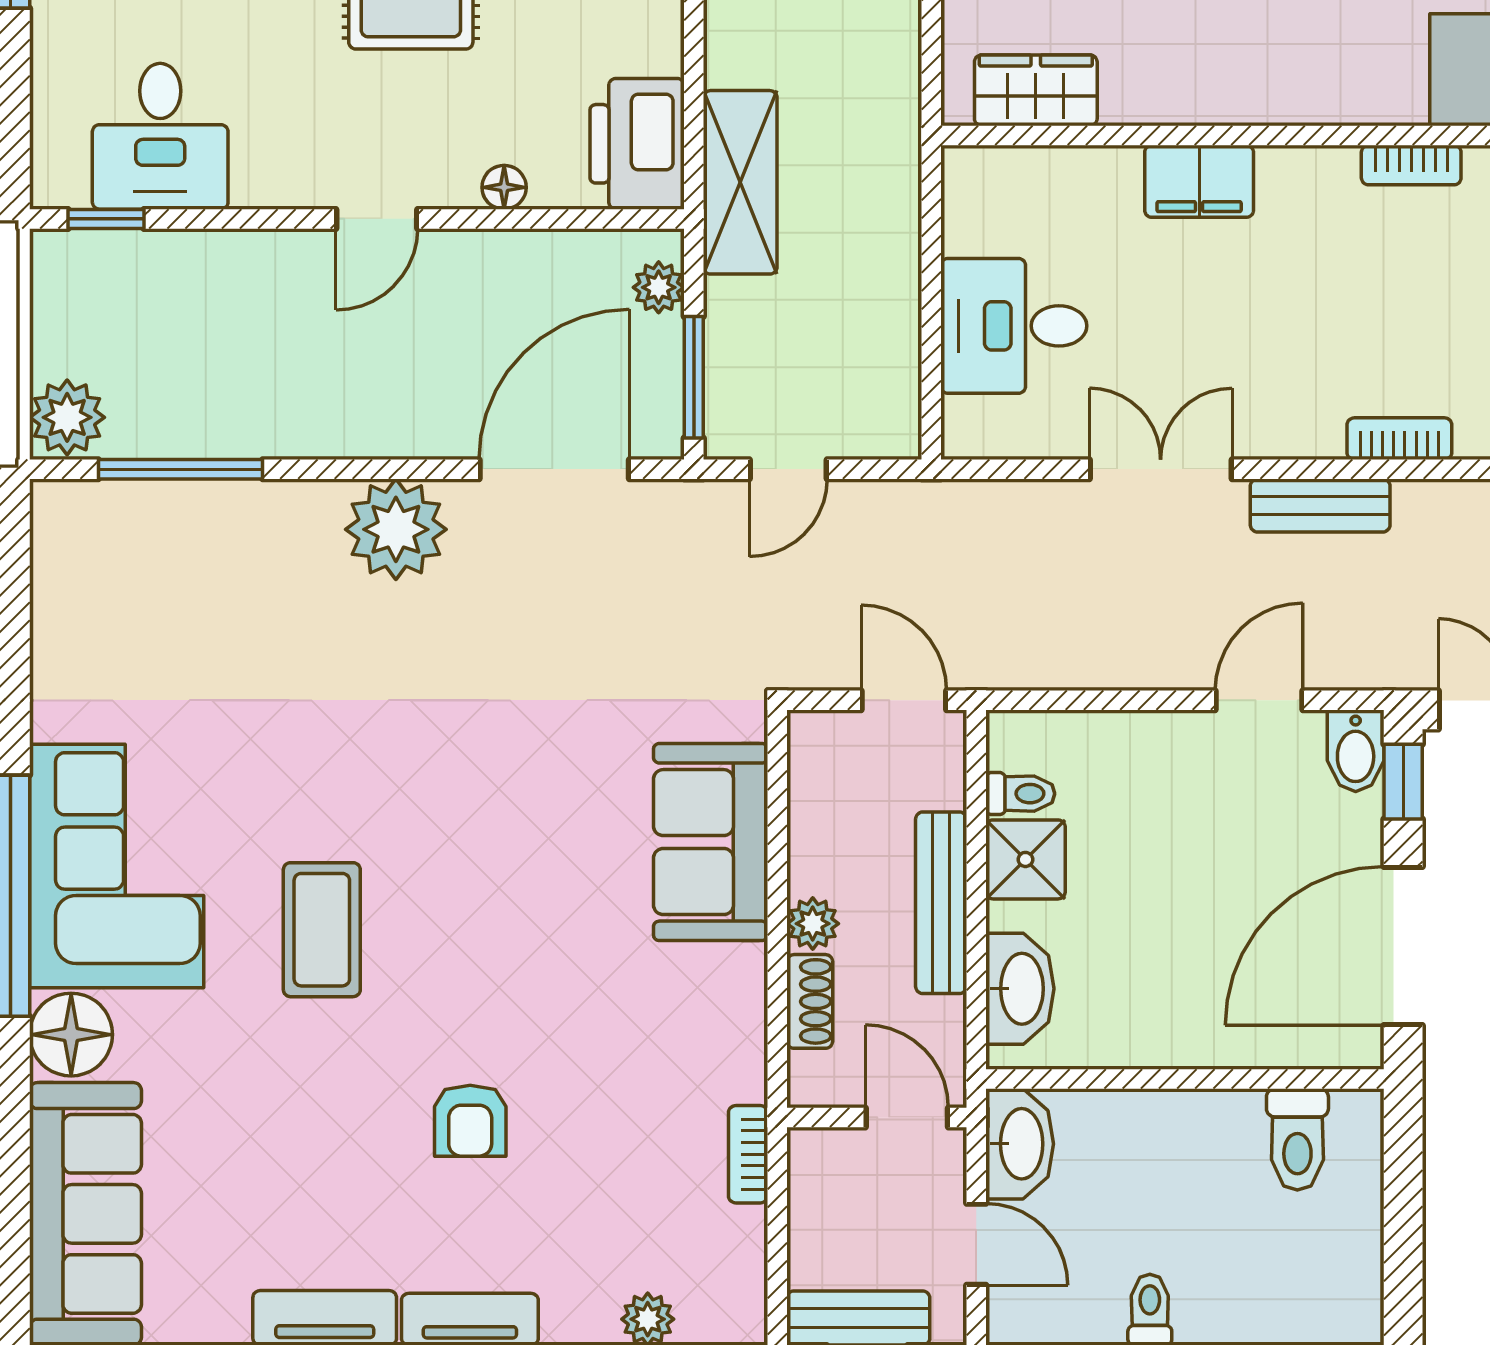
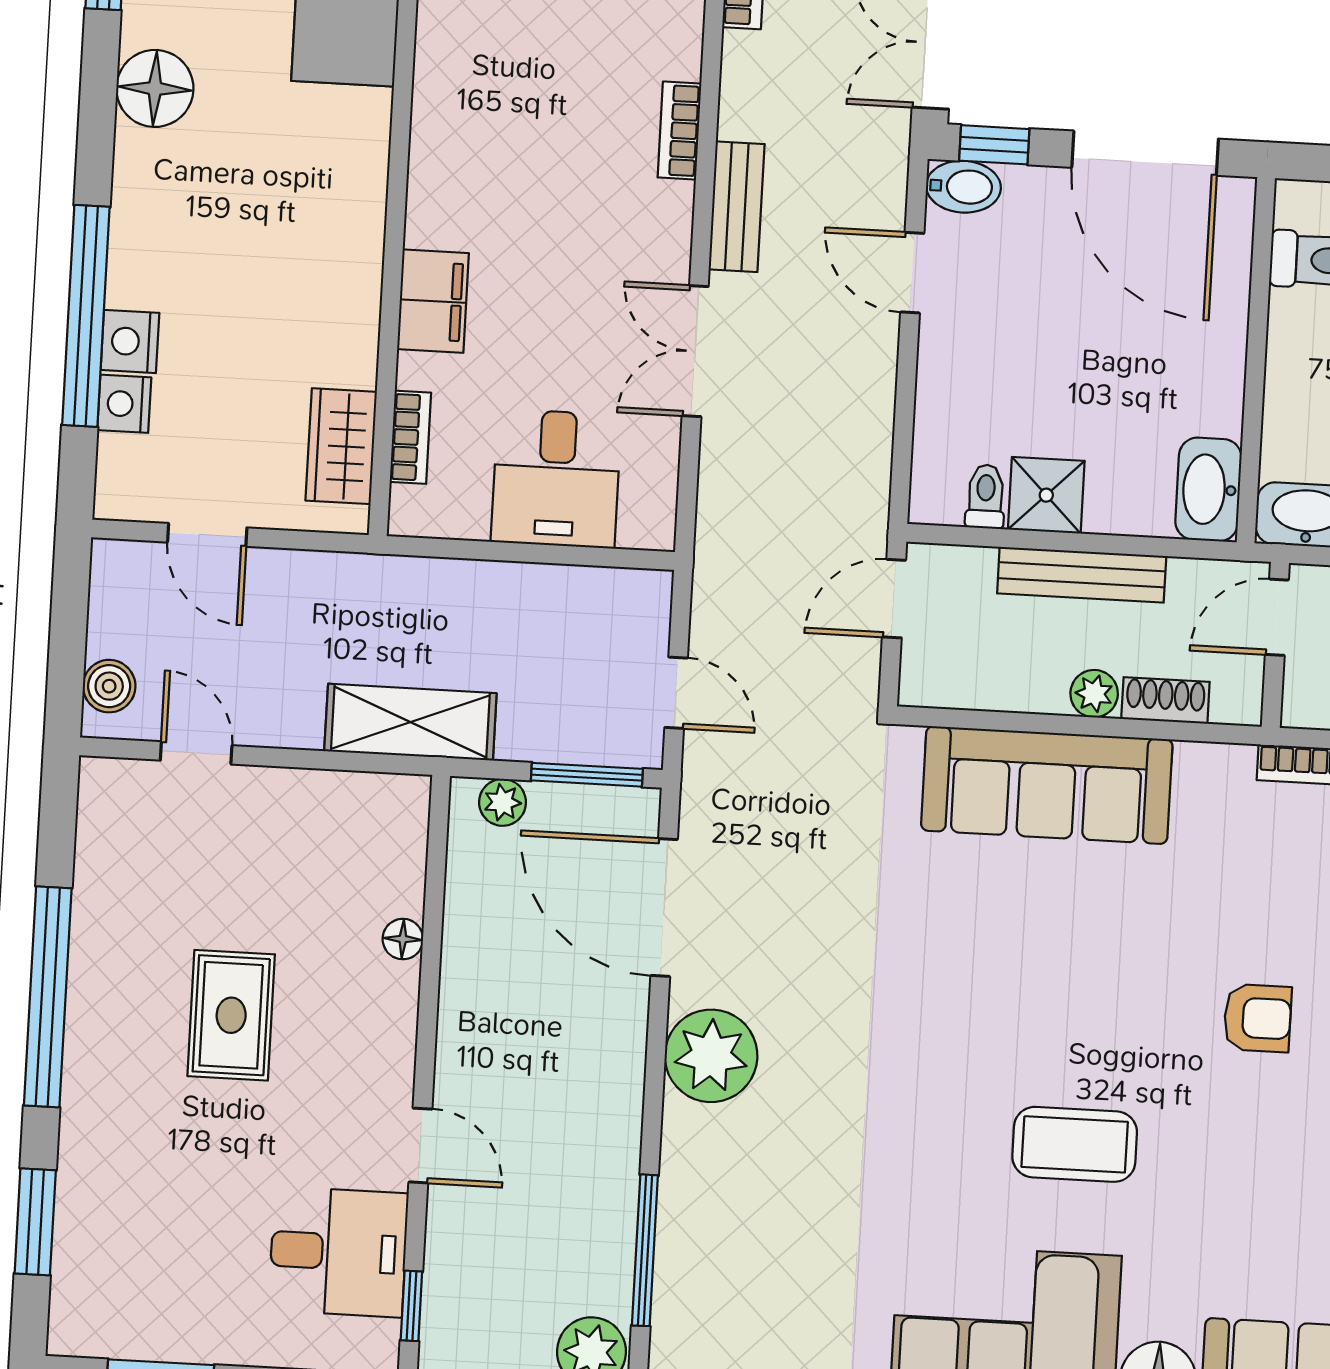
printer: (637, 144) -> (370, 815), removed
bookcase: (1411, 165) -> (410, 437), moved
door: (377, 219) -> (420, 1146), moved
sofa: (711, 842) -> (1047, 785), width x1.36
washbasin: (1020, 989) -> (1208, 489), moved, turned -90

